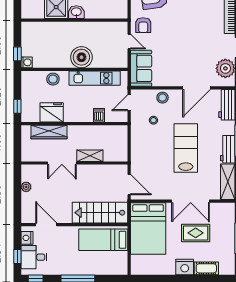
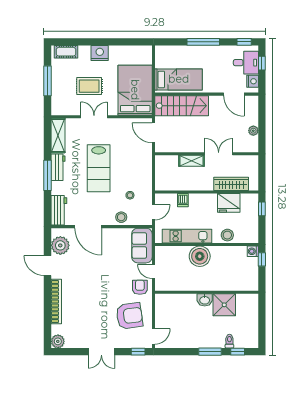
door: (197, 88) -> (88, 227), swing flipped
double door: (191, 201) -> (94, 117), width x0.73
cot: (206, 268) -> (66, 52), moved

